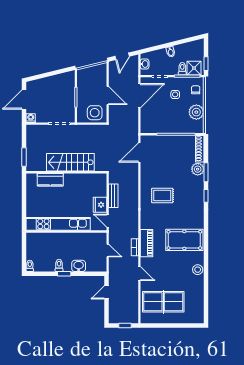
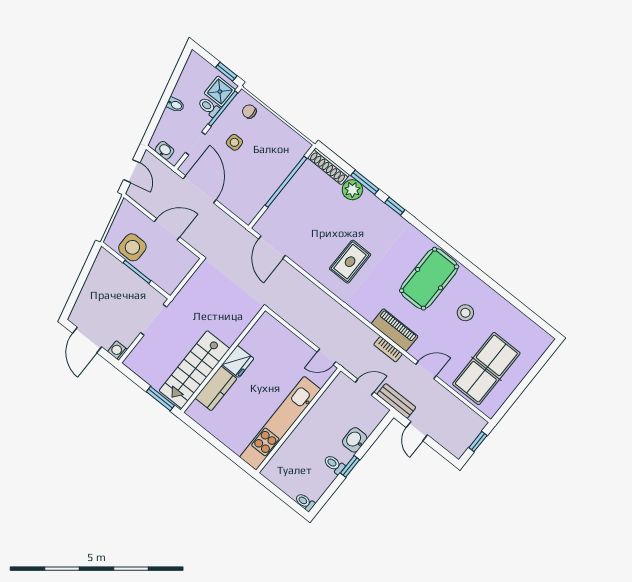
plant: (196, 112) -> (278, 133), removed
side table: (95, 113) -> (132, 247), moved
stairs: (70, 162) -> (194, 370), moved
bench: (113, 196) -> (396, 401), moved
fridge: (100, 205) -> (238, 361), moved, turned -90
stool: (198, 270) -> (465, 313), moved

